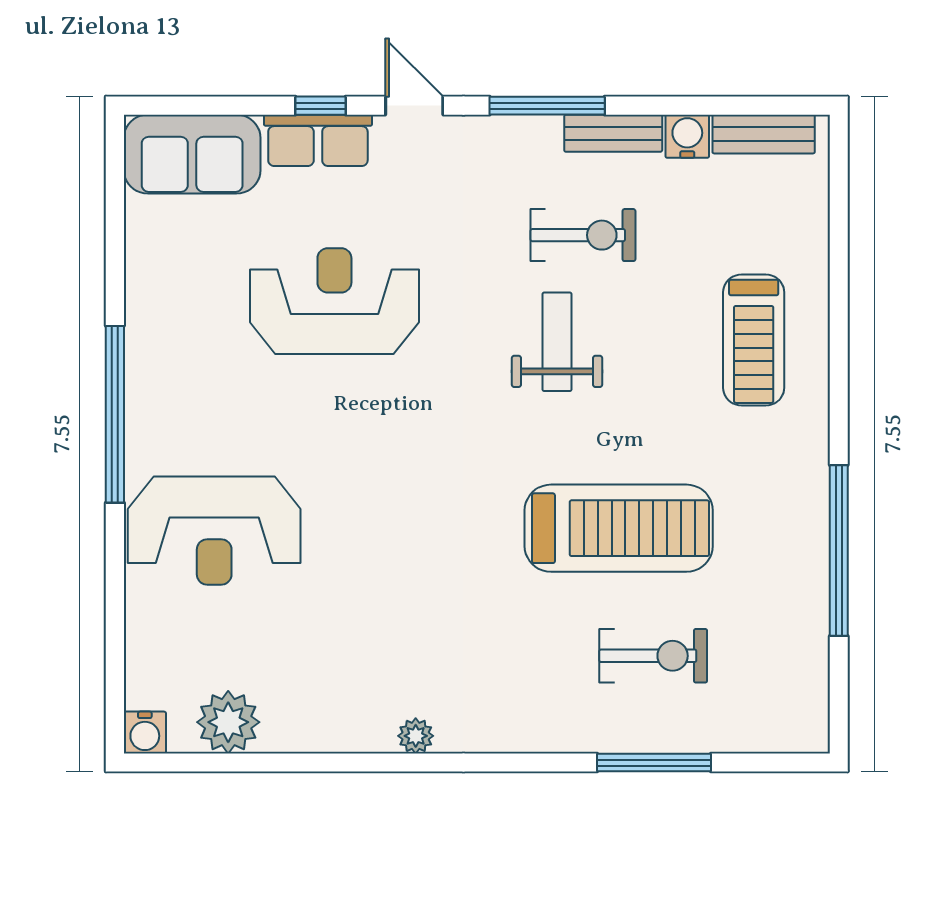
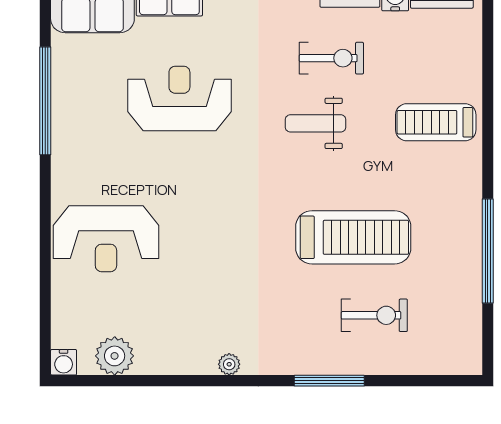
treadmill: (754, 340) -> (436, 122), turned 90
weight bench: (557, 342) -> (316, 123), turned -90
window: (115, 414) -> (45, 101), moved
window: (654, 763) -> (329, 381), moved

